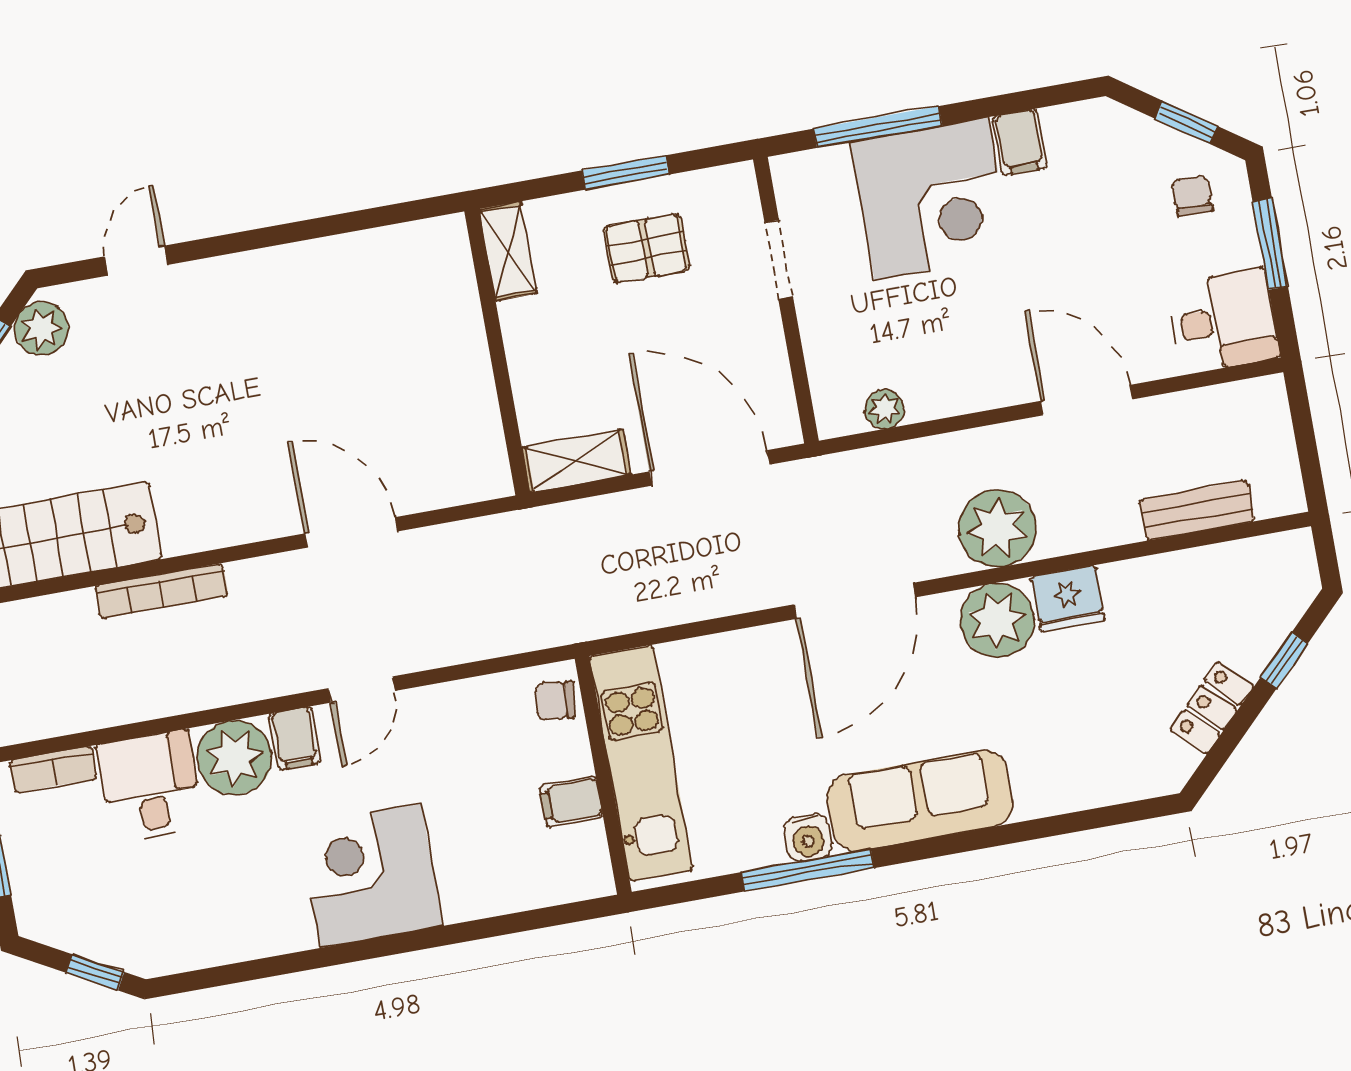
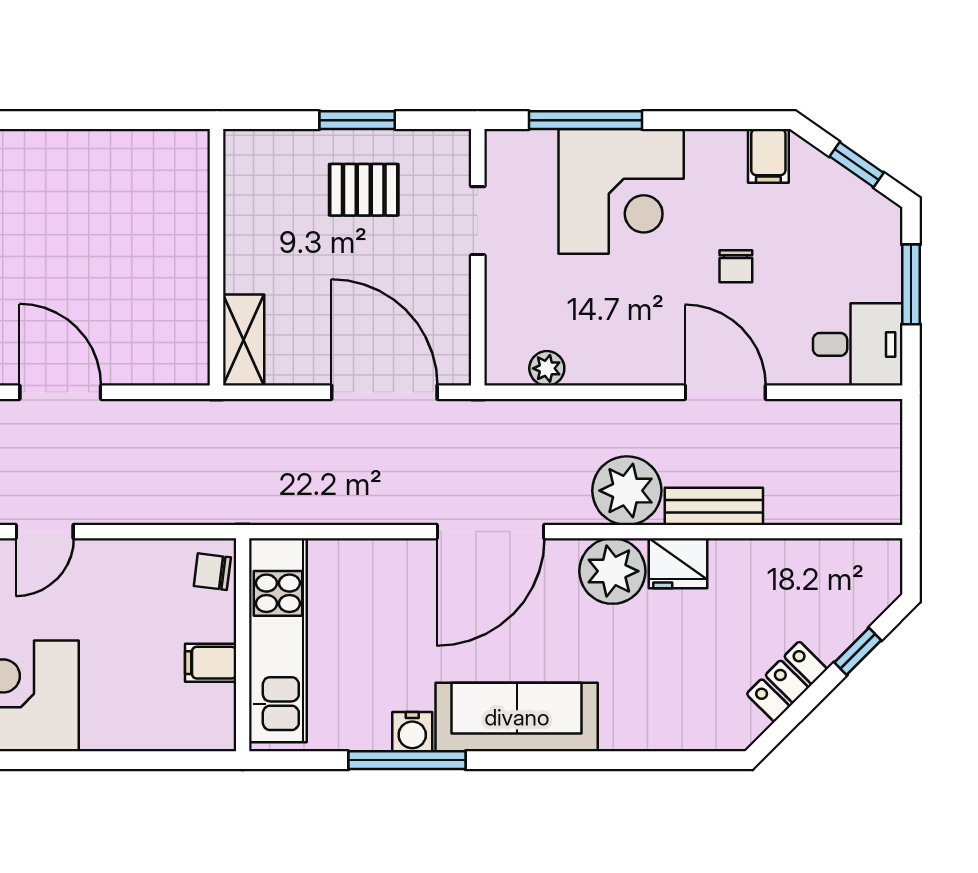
filing cabinet: (1020, 142) -> (768, 156), moved
chair: (1192, 196) -> (736, 266), moved, turned 180
shelving: (508, 251) -> (242, 170), removed
shelving: (576, 461) -> (244, 340), moved, turned 90
bench: (1197, 510) -> (714, 506), moved

